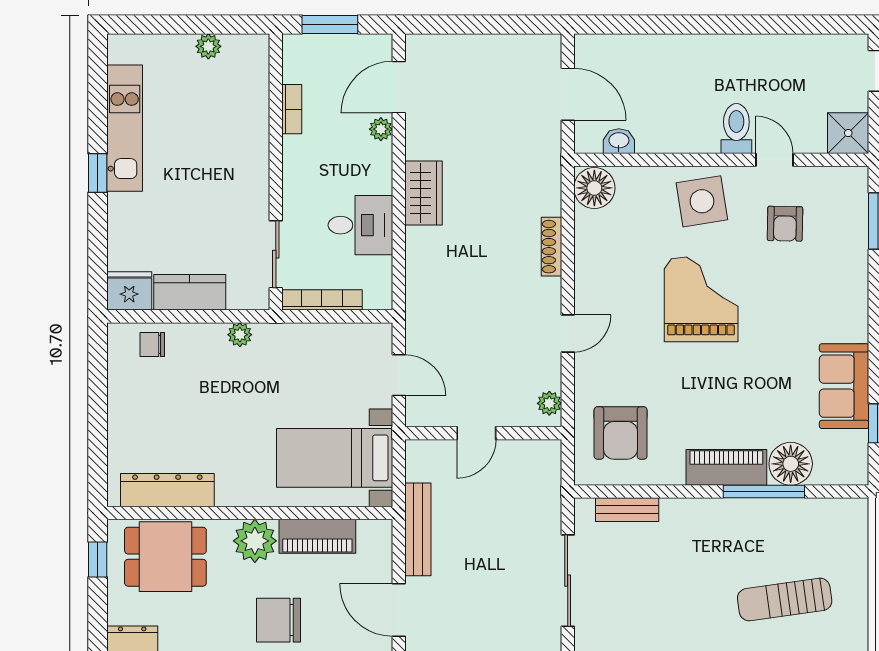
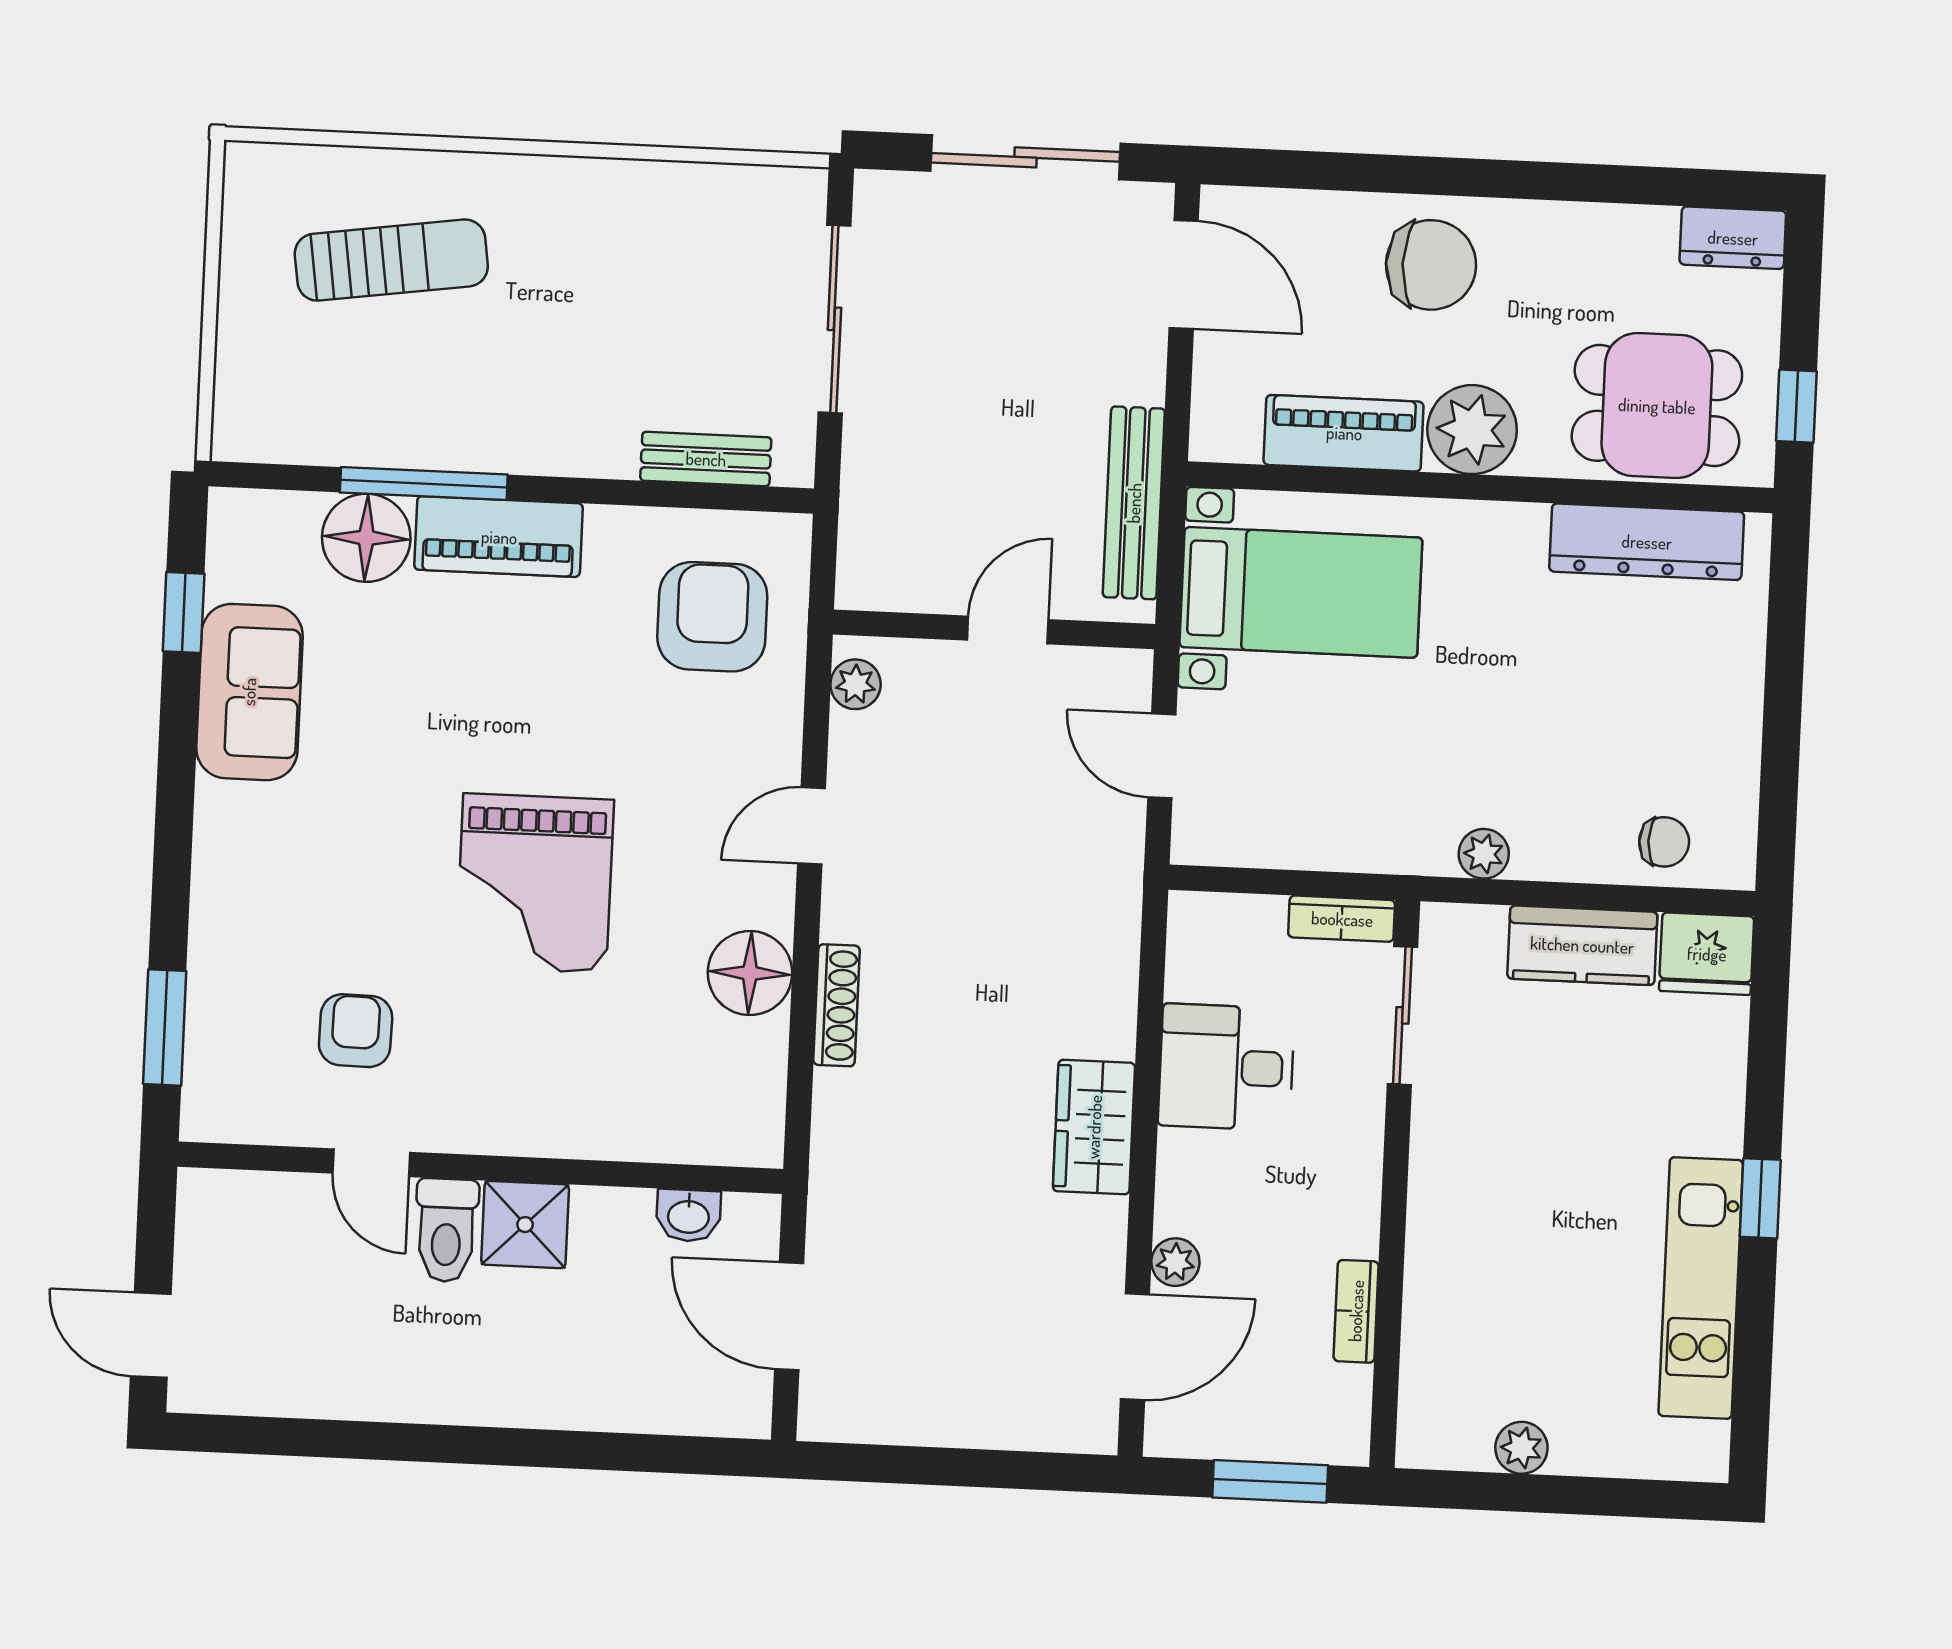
shower: (848, 133) -> (525, 1225), moved
floor lamp: (594, 188) -> (750, 973), moved
side table: (702, 201) -> (524, 1084), removed
bookcase: (322, 300) -> (1342, 919), width x0.64
bench: (418, 529) -> (1134, 503), moved

